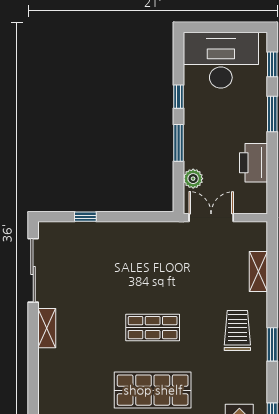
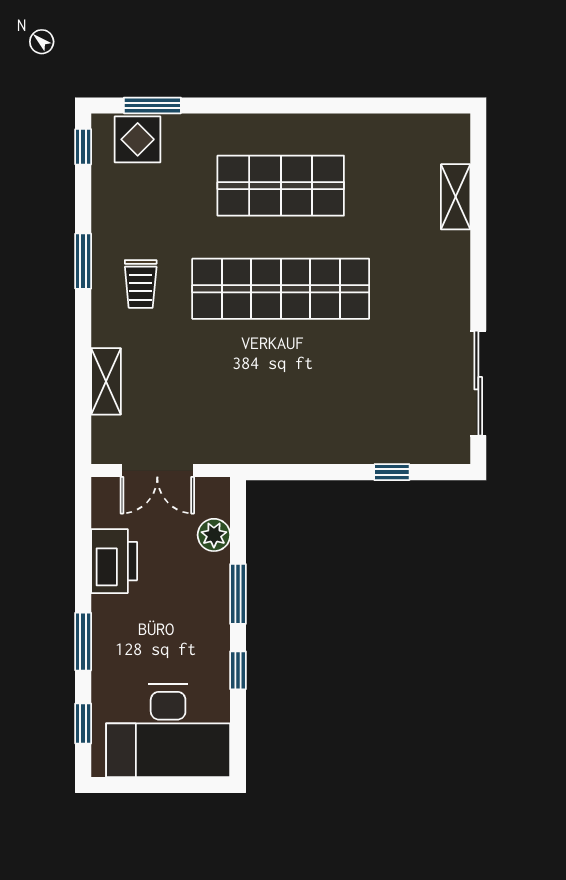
double door: (211, 218) -> (157, 471), moved
shelving: (47, 328) -> (456, 197), moved
shop shelf: (153, 328) -> (281, 289), width x2.00, depth x1.36
trolley: (237, 331) -> (141, 284), width x0.73, depth x0.72

